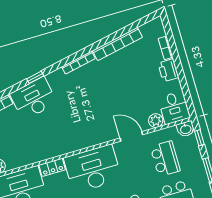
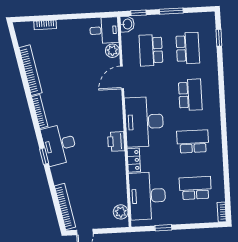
printer: (168, 70) -> (116, 141), moved, turned 90
desk: (34, 99) -> (59, 144), moved
school desk: (165, 159) -> (151, 50), turned -90

